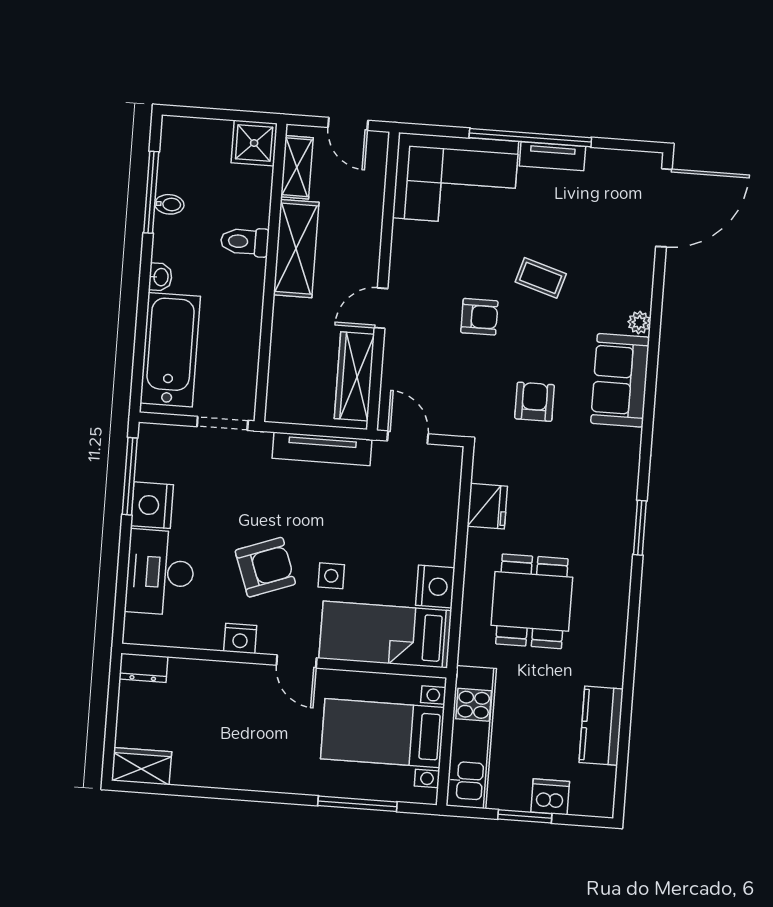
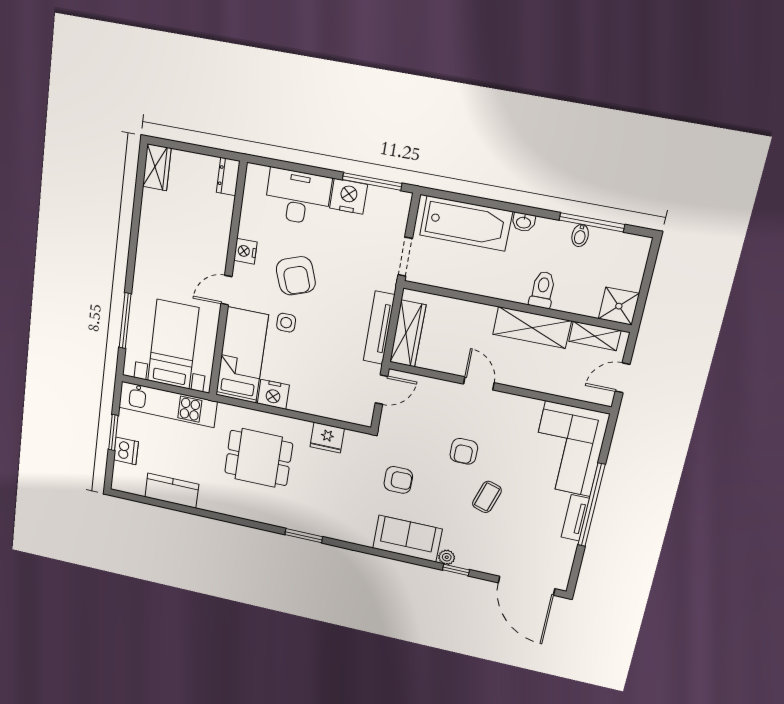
window: (656, 308) -> (456, 570), added
wardrobe: (354, 376) -> (408, 334), moved, turned 90

